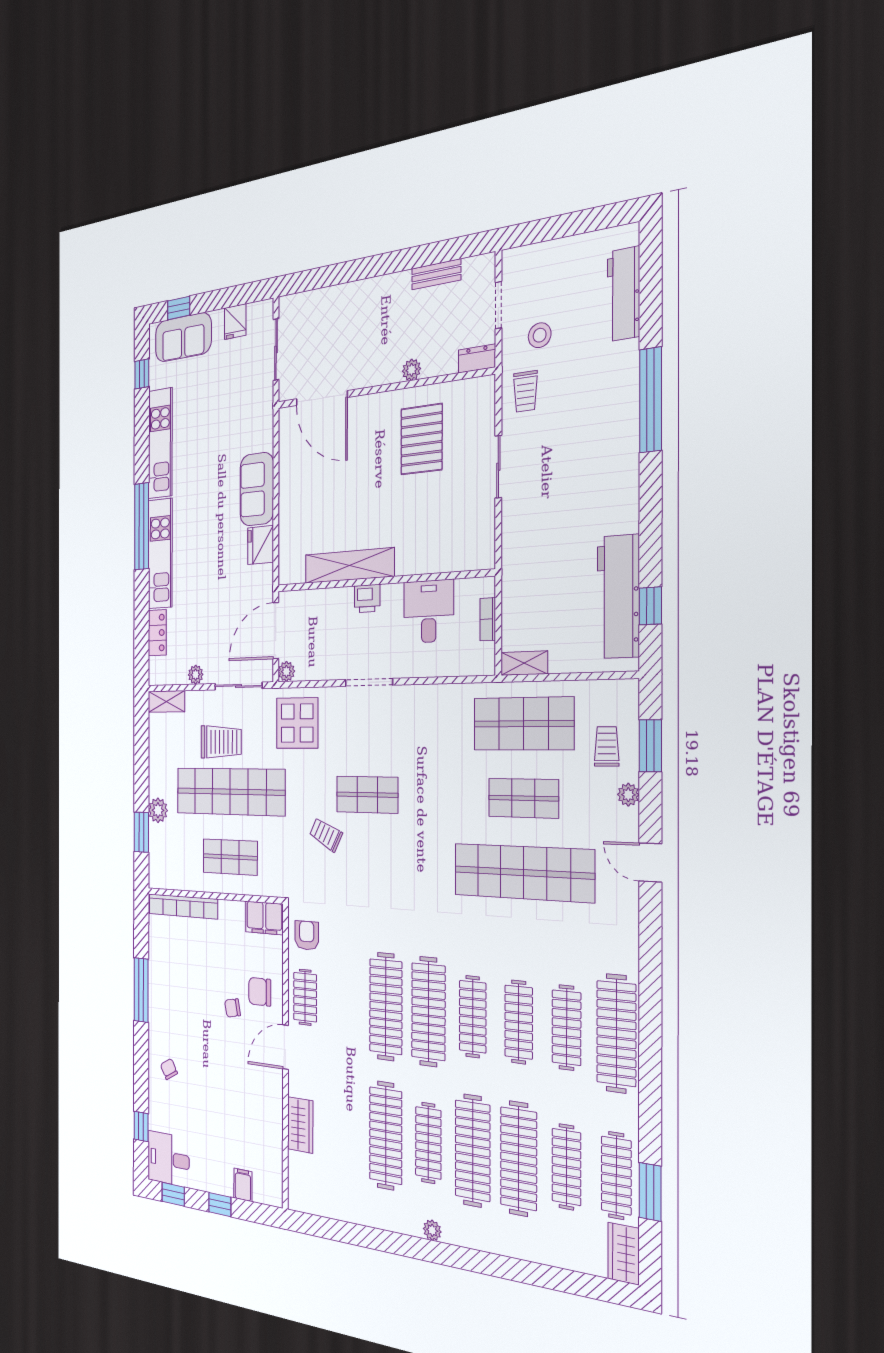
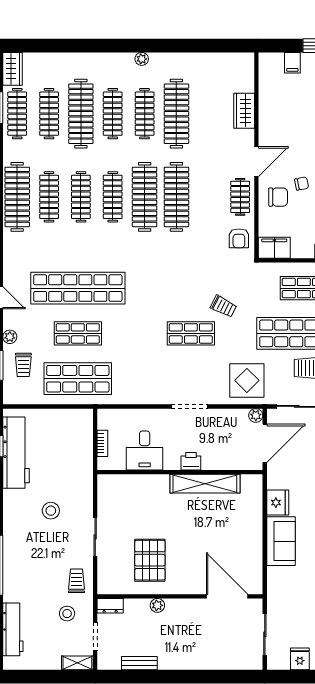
stool: (564, 503) -> (51, 511), added
shelving: (524, 663) -> (77, 663), moved
clothes rail: (473, 1151) -> (113, 114), width x0.73, depth x0.76

